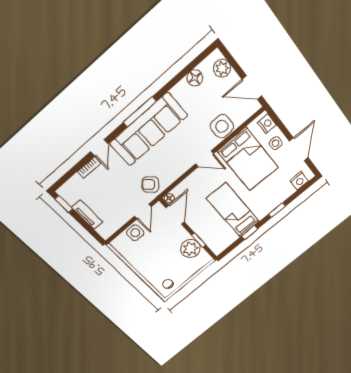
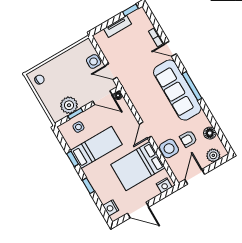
side table: (276, 143) -> (78, 127), moved
armchair: (150, 184) -> (188, 139), moved, turned -133

